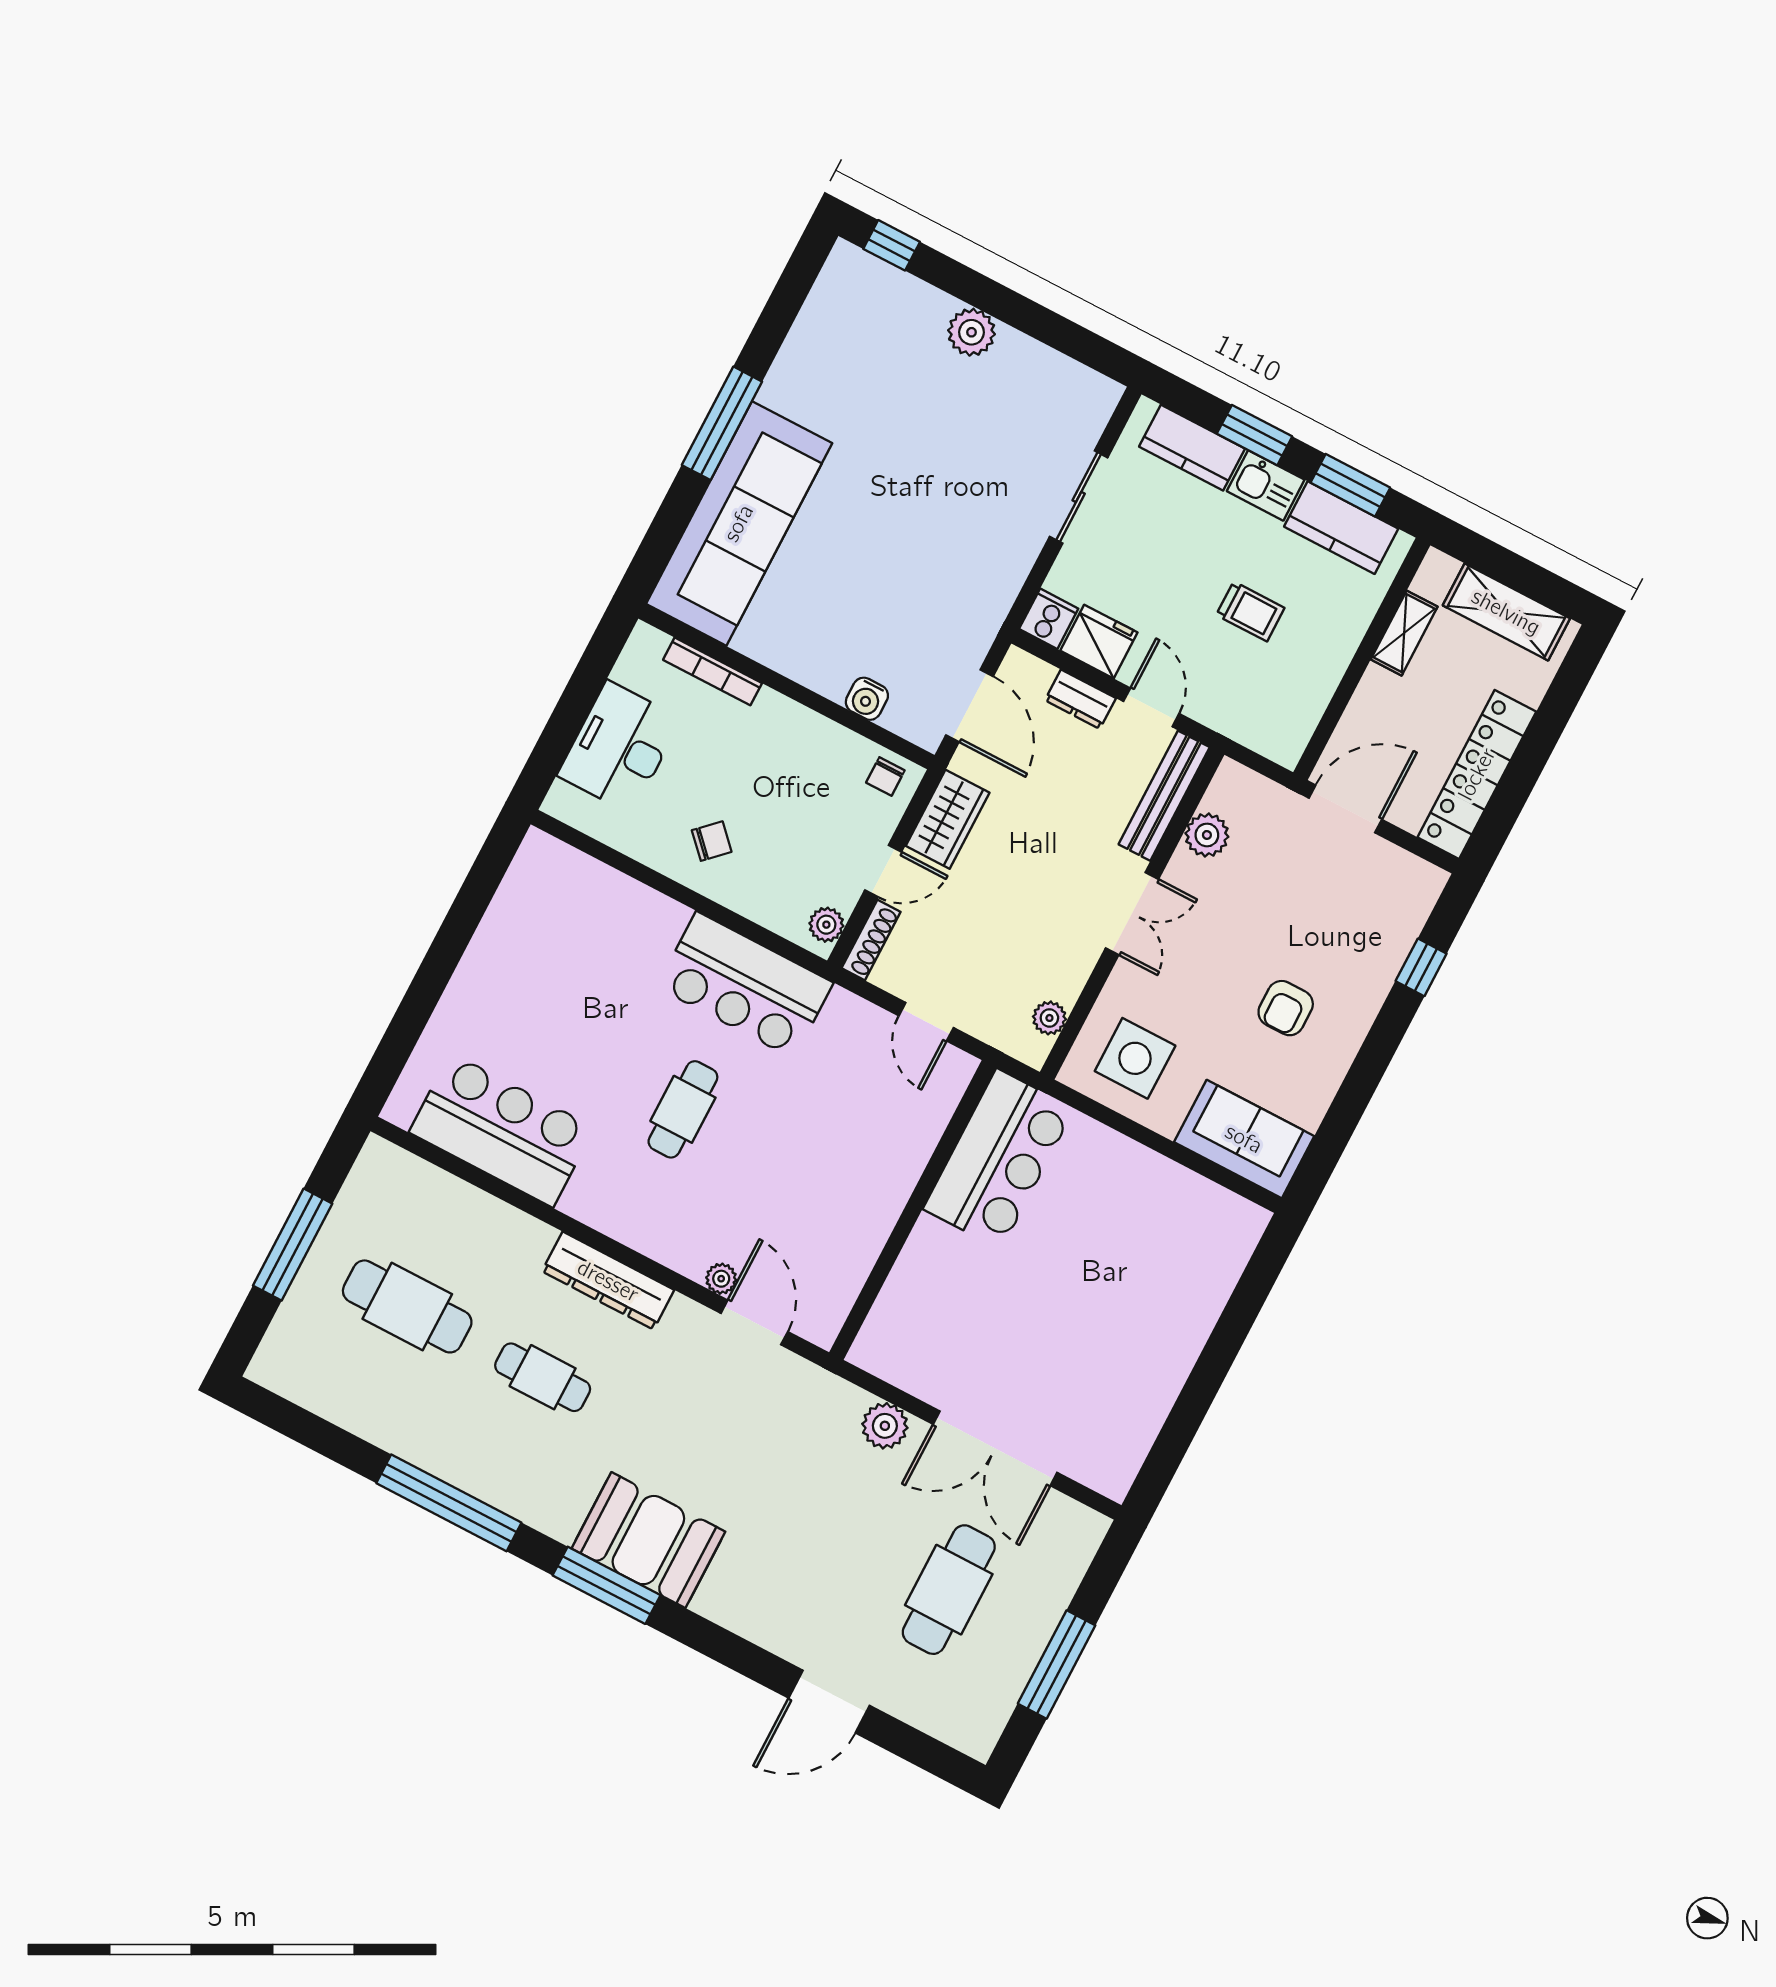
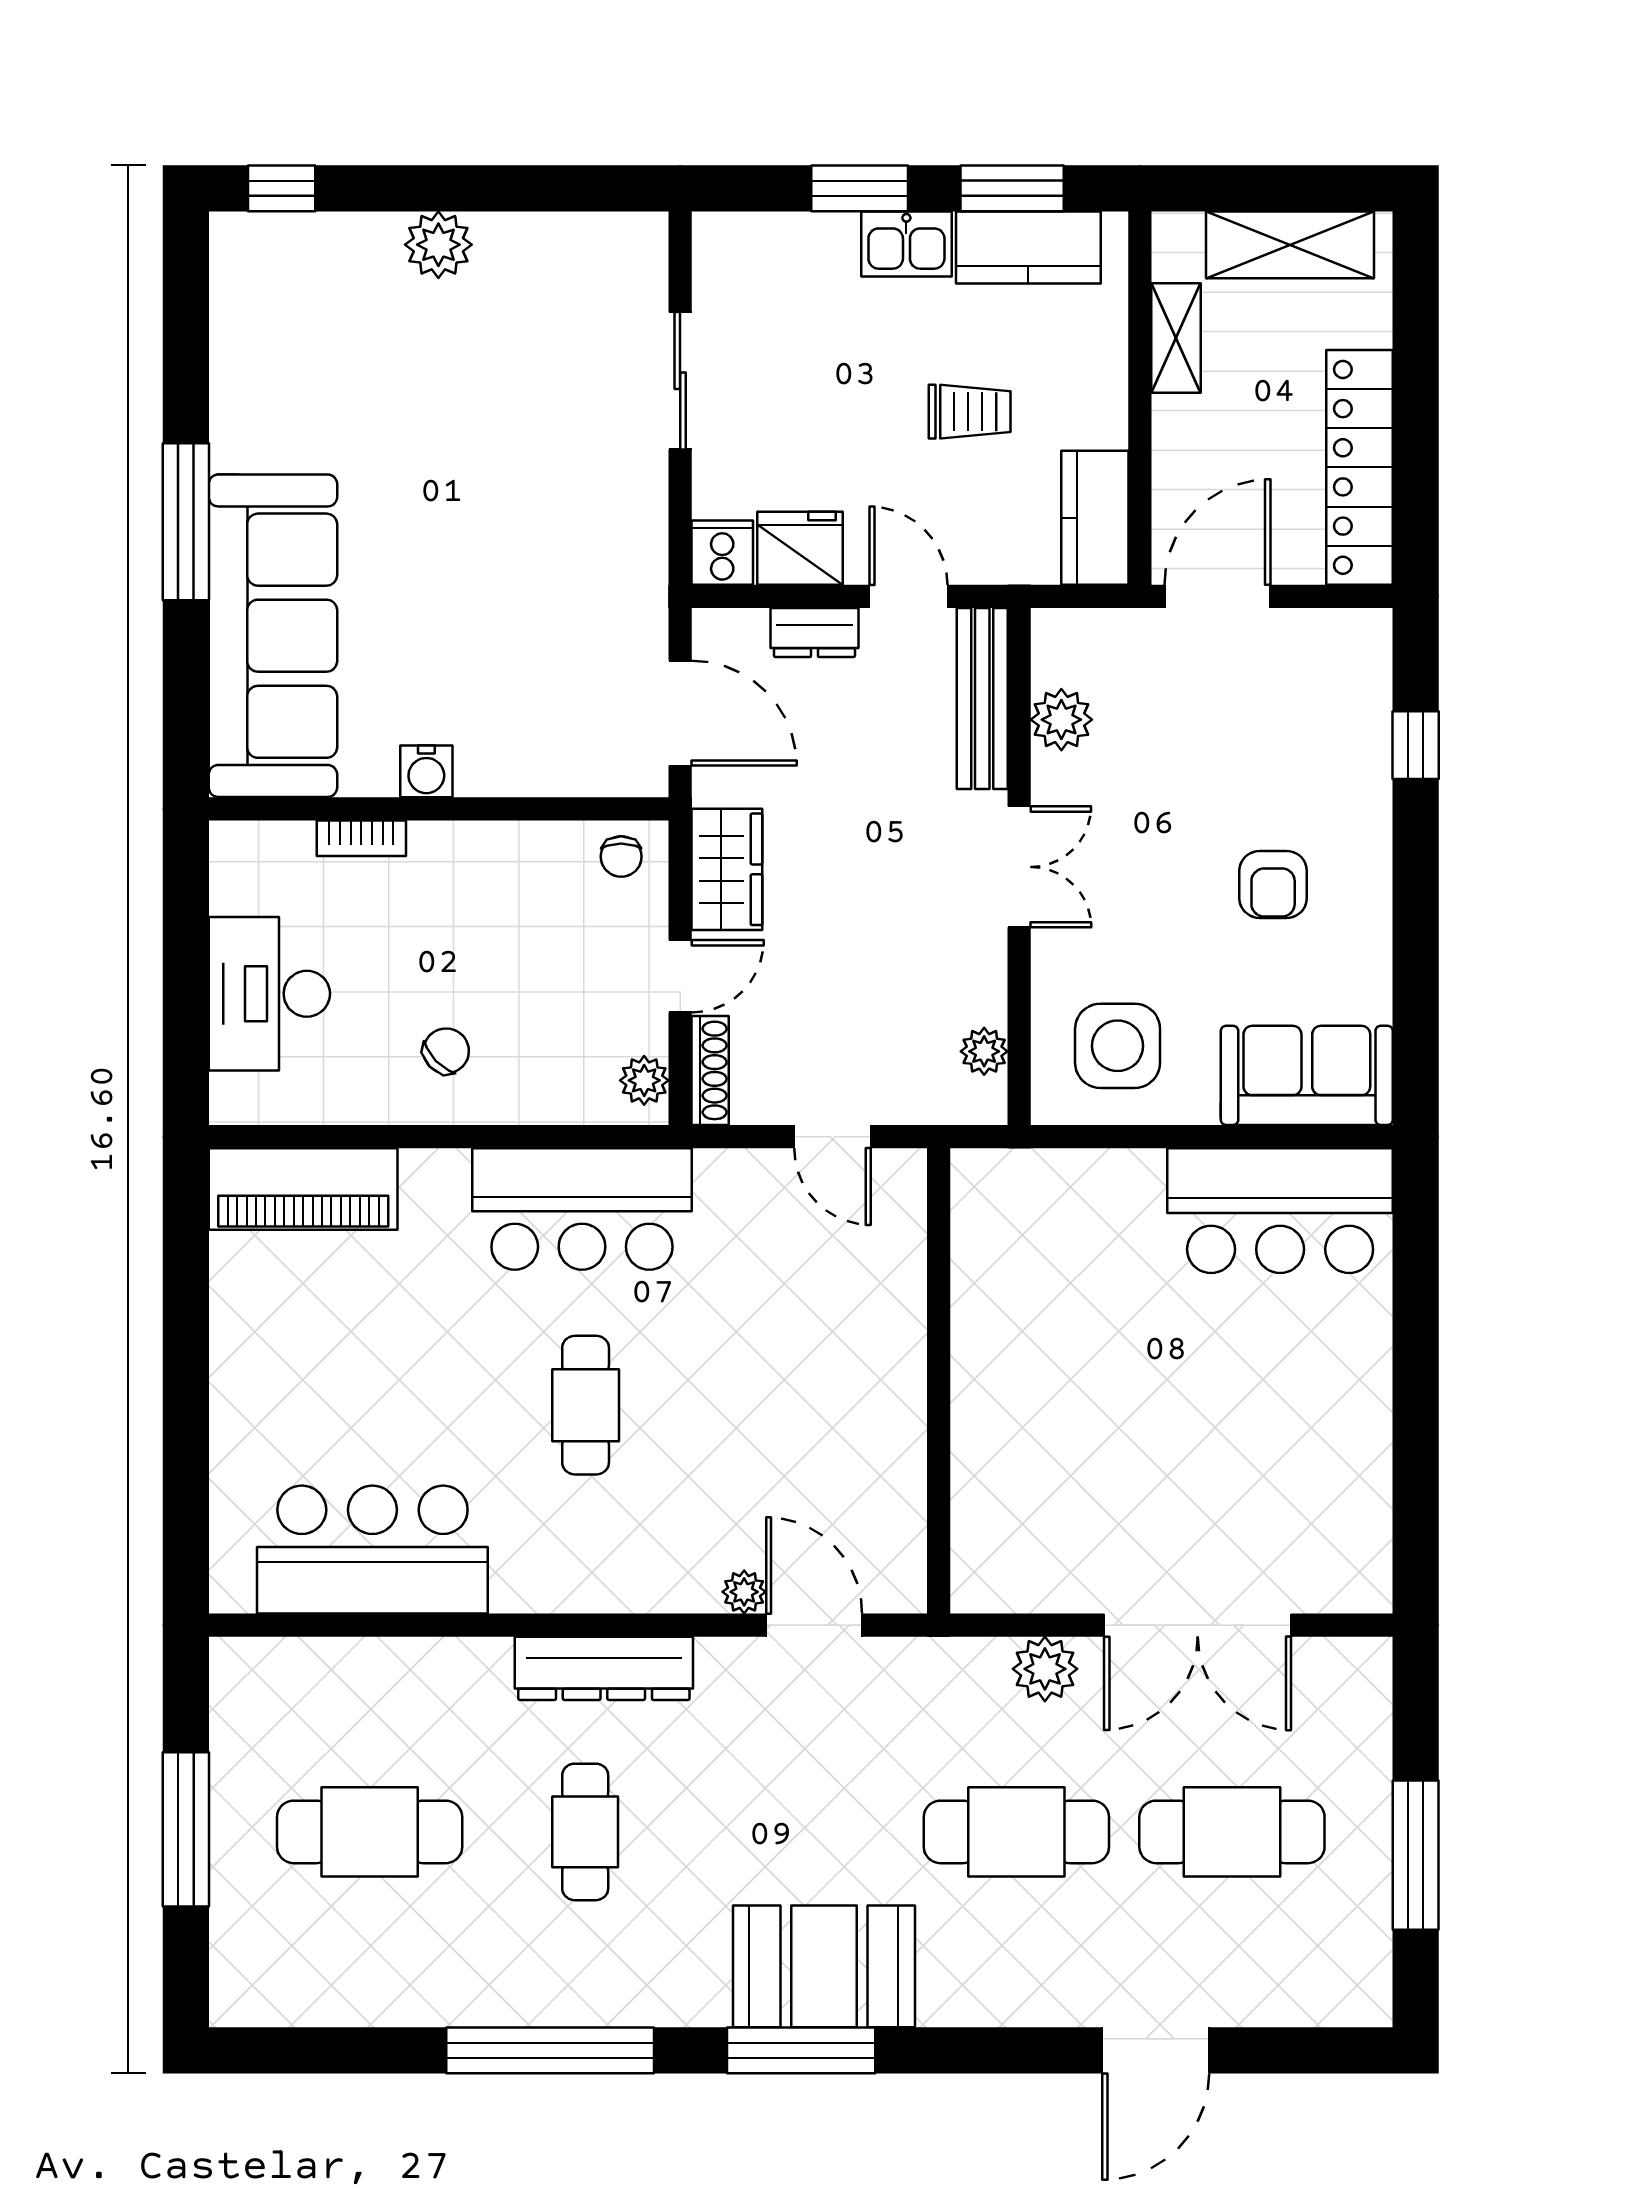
kitchen counter: (1192, 448) -> (1095, 518), moved, turned 90
bookcase: (713, 671) -> (361, 838), width x0.64
water cooler: (867, 699) -> (426, 771), moved
piano: (577, 881) -> (303, 1189), added
bar counter: (999, 1159) -> (1280, 1211), moved, turned 90
cafe table: (543, 1377) -> (585, 1832), turned 90
cafe table: (813, 1519) -> (1016, 1832), added
cafe table: (949, 1590) -> (1232, 1832), turned 90

